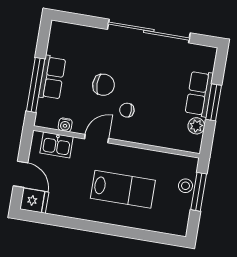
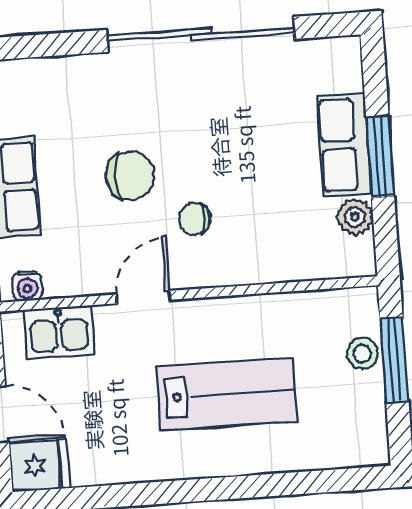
water cooler: (65, 125) -> (27, 286), moved

